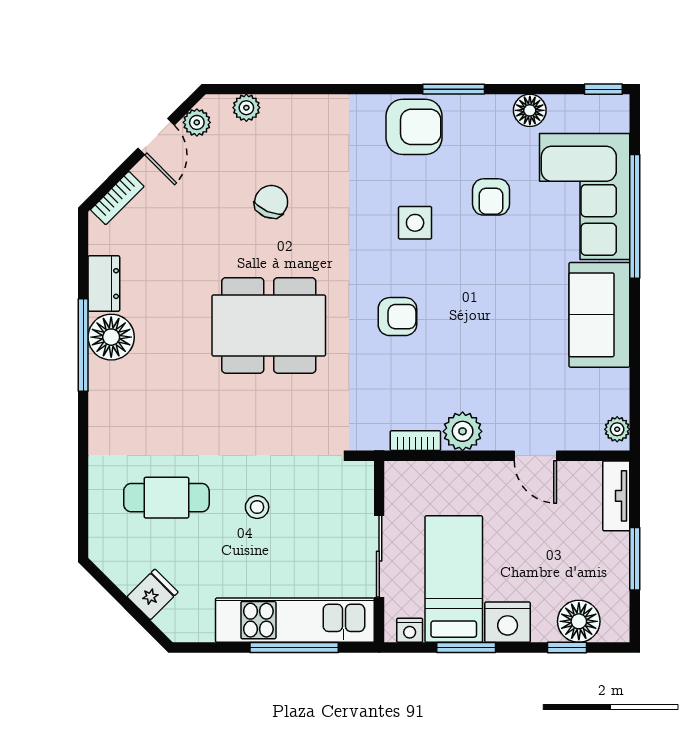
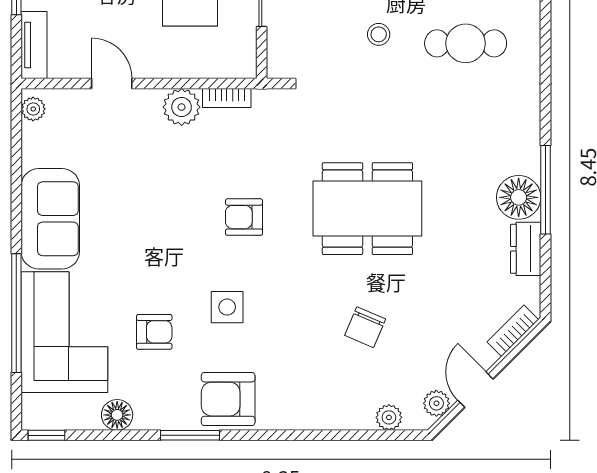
armchair: (491, 197) -> (154, 332), turned 90

